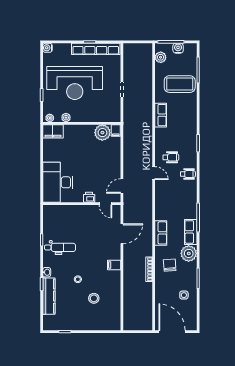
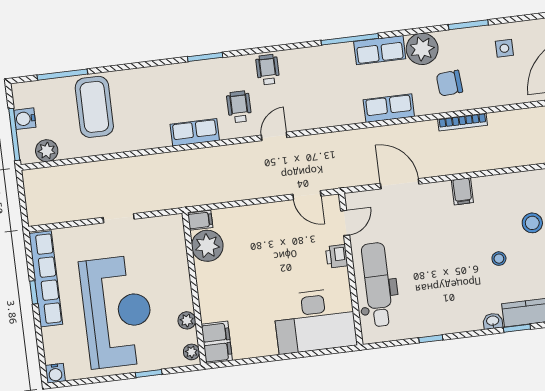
row of seats: (161, 115) -> (195, 132), moved
dental chair: (60, 247) -> (377, 285), moved, width x1.36, depth x1.38

